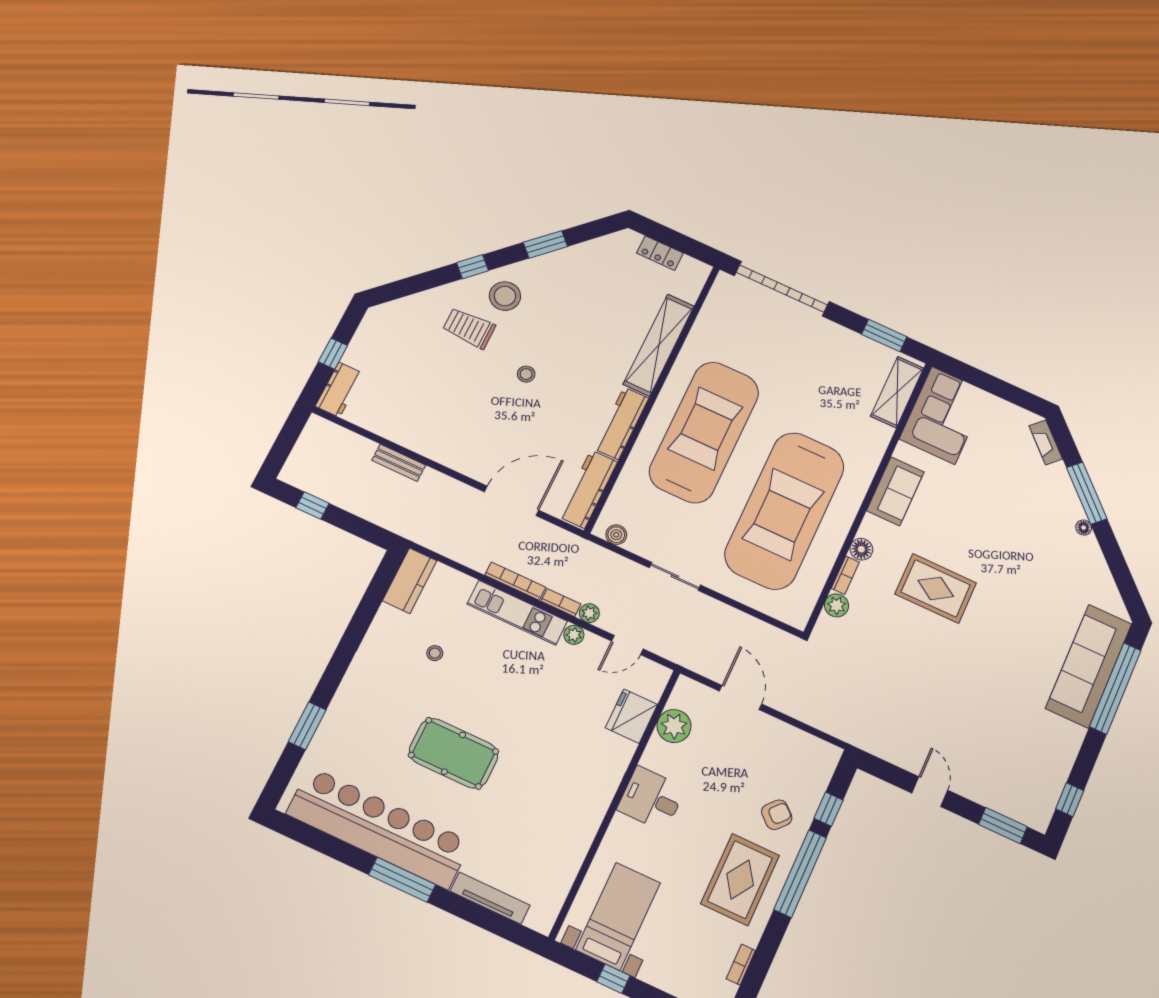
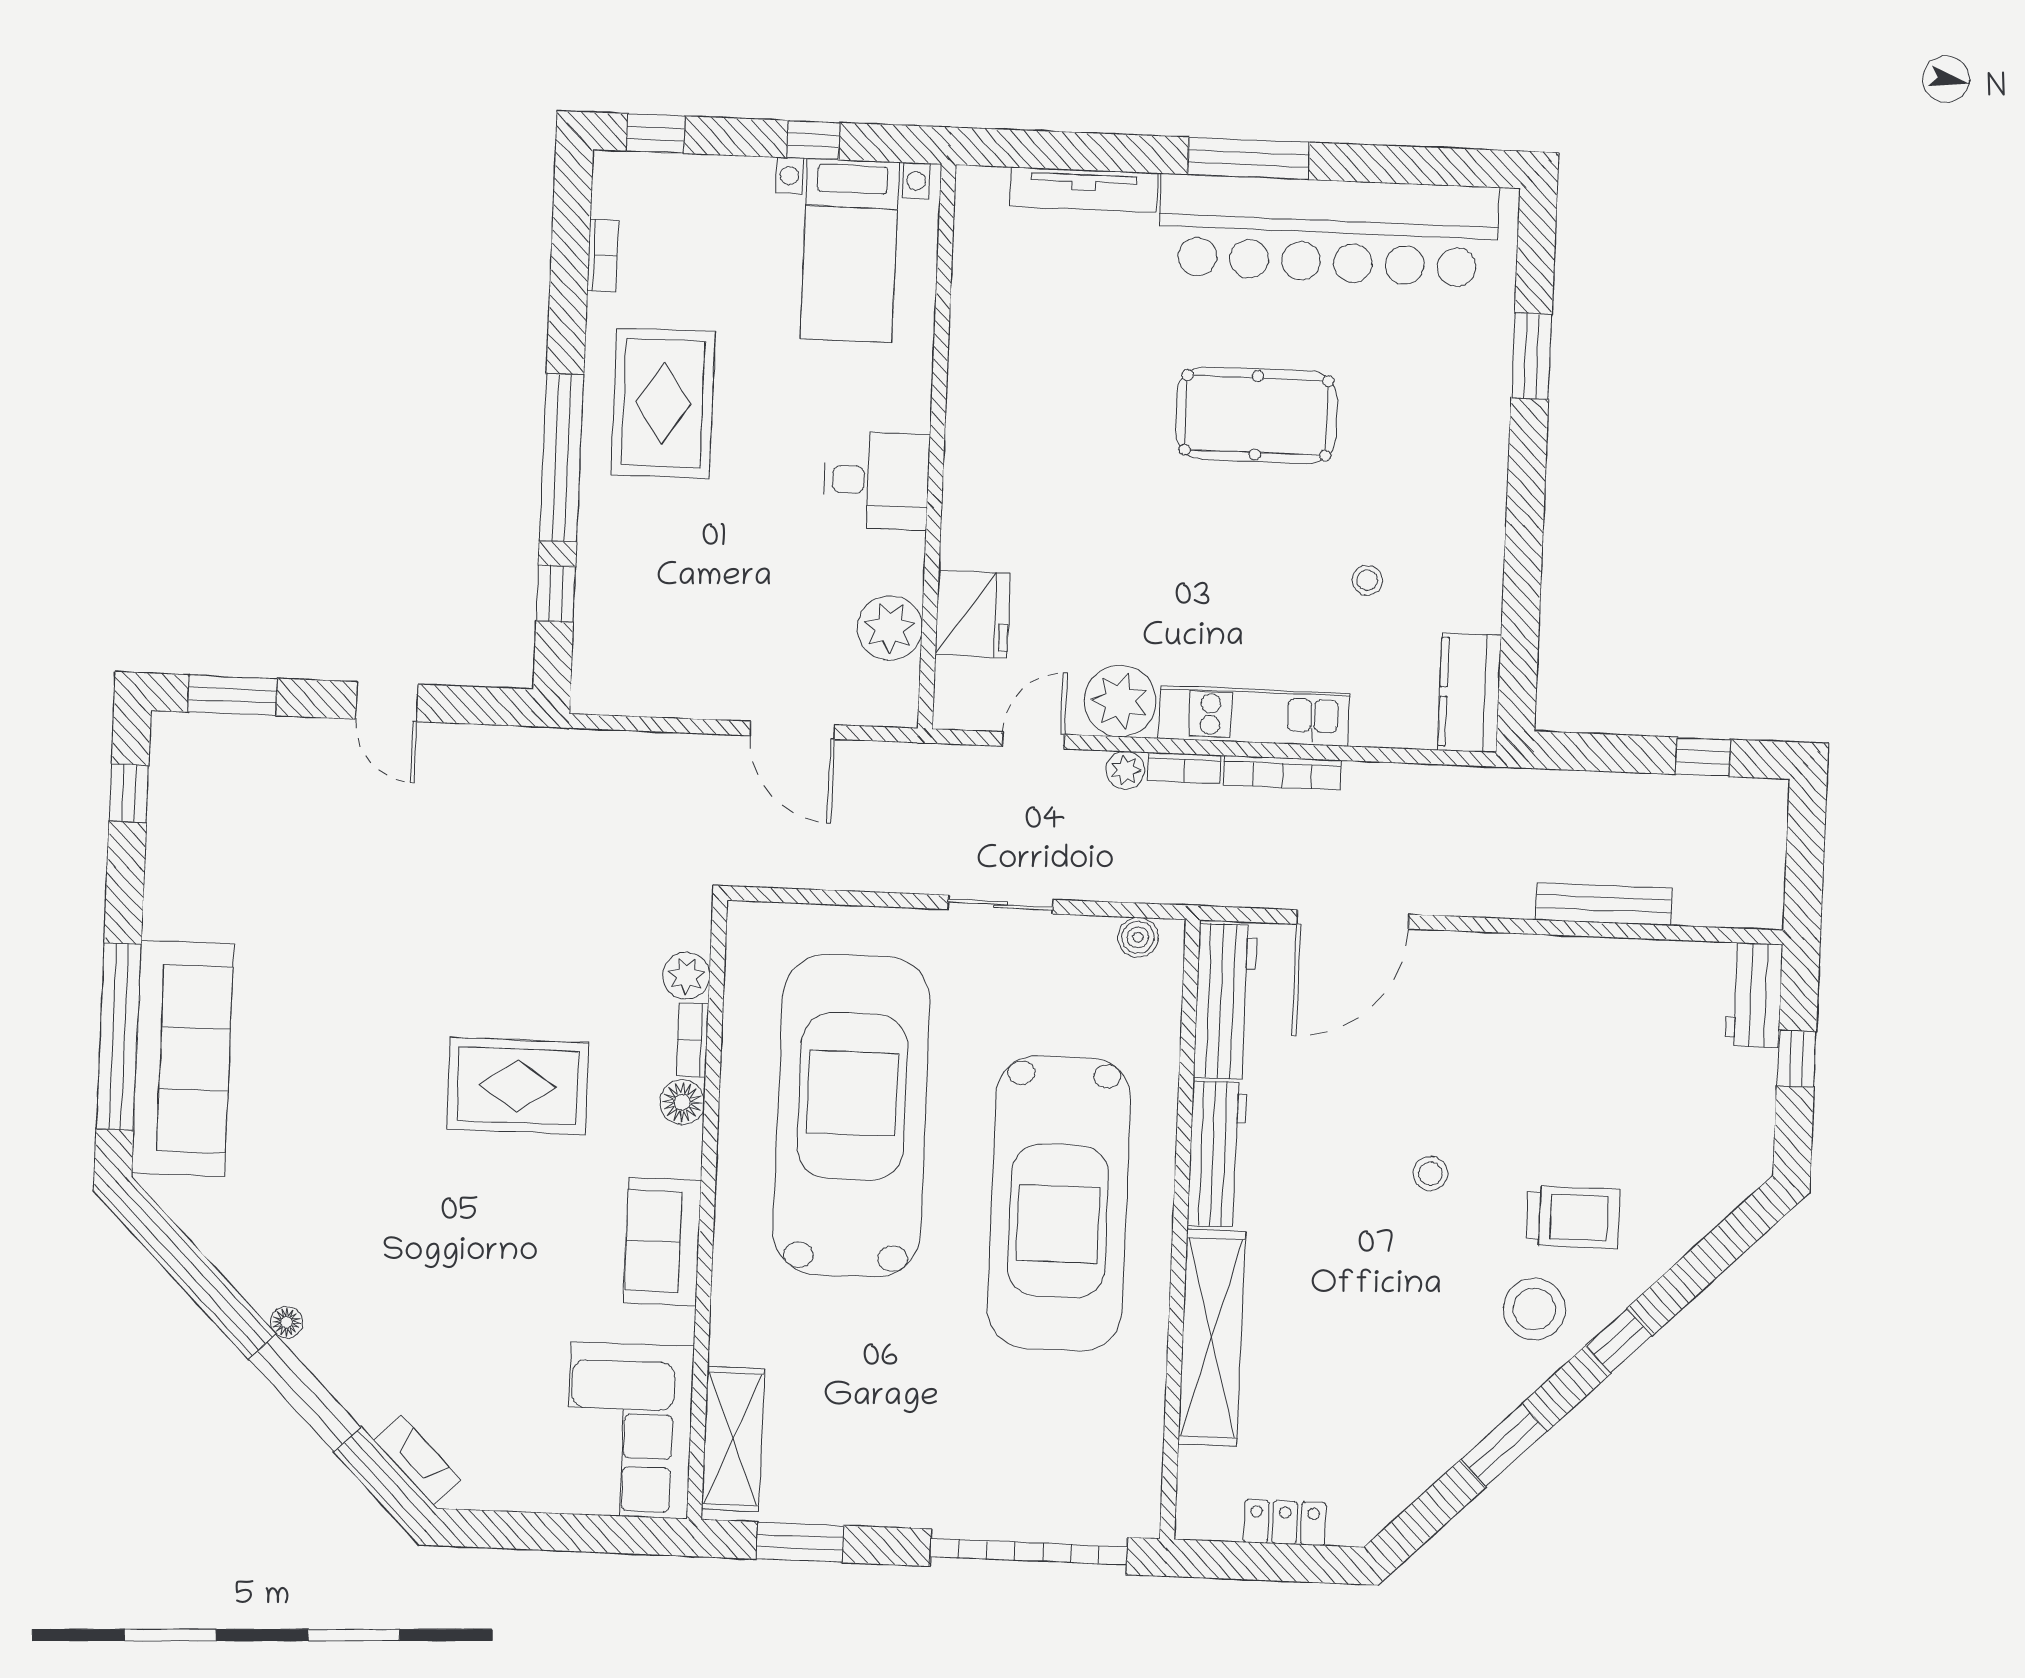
bench: (399, 463) -> (1604, 904), width x1.36
plant: (574, 635) -> (1120, 701), width x1.88, depth x1.88
armchair: (777, 815) -> (644, 545), removed

